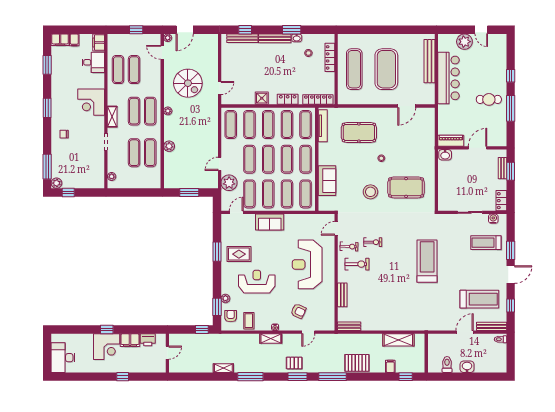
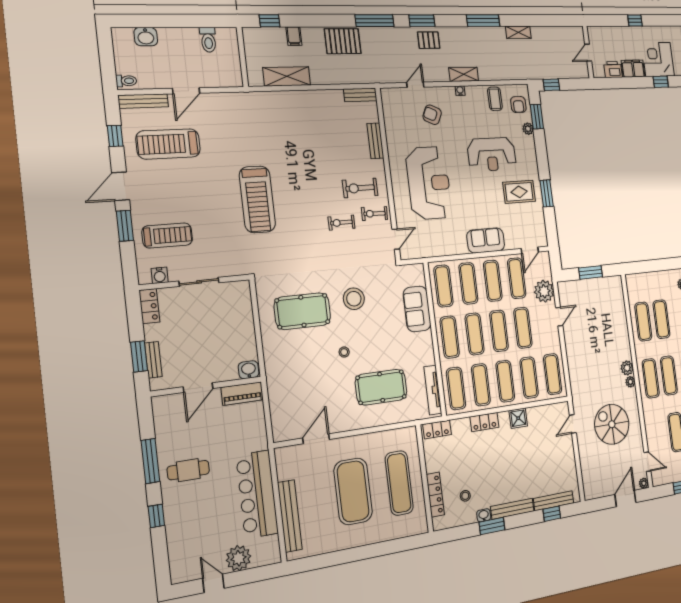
locker: (318, 100) -> (437, 429), width x0.66
plant: (169, 146) -> (627, 368), moved
washbasin: (467, 367) -> (146, 37), moved

